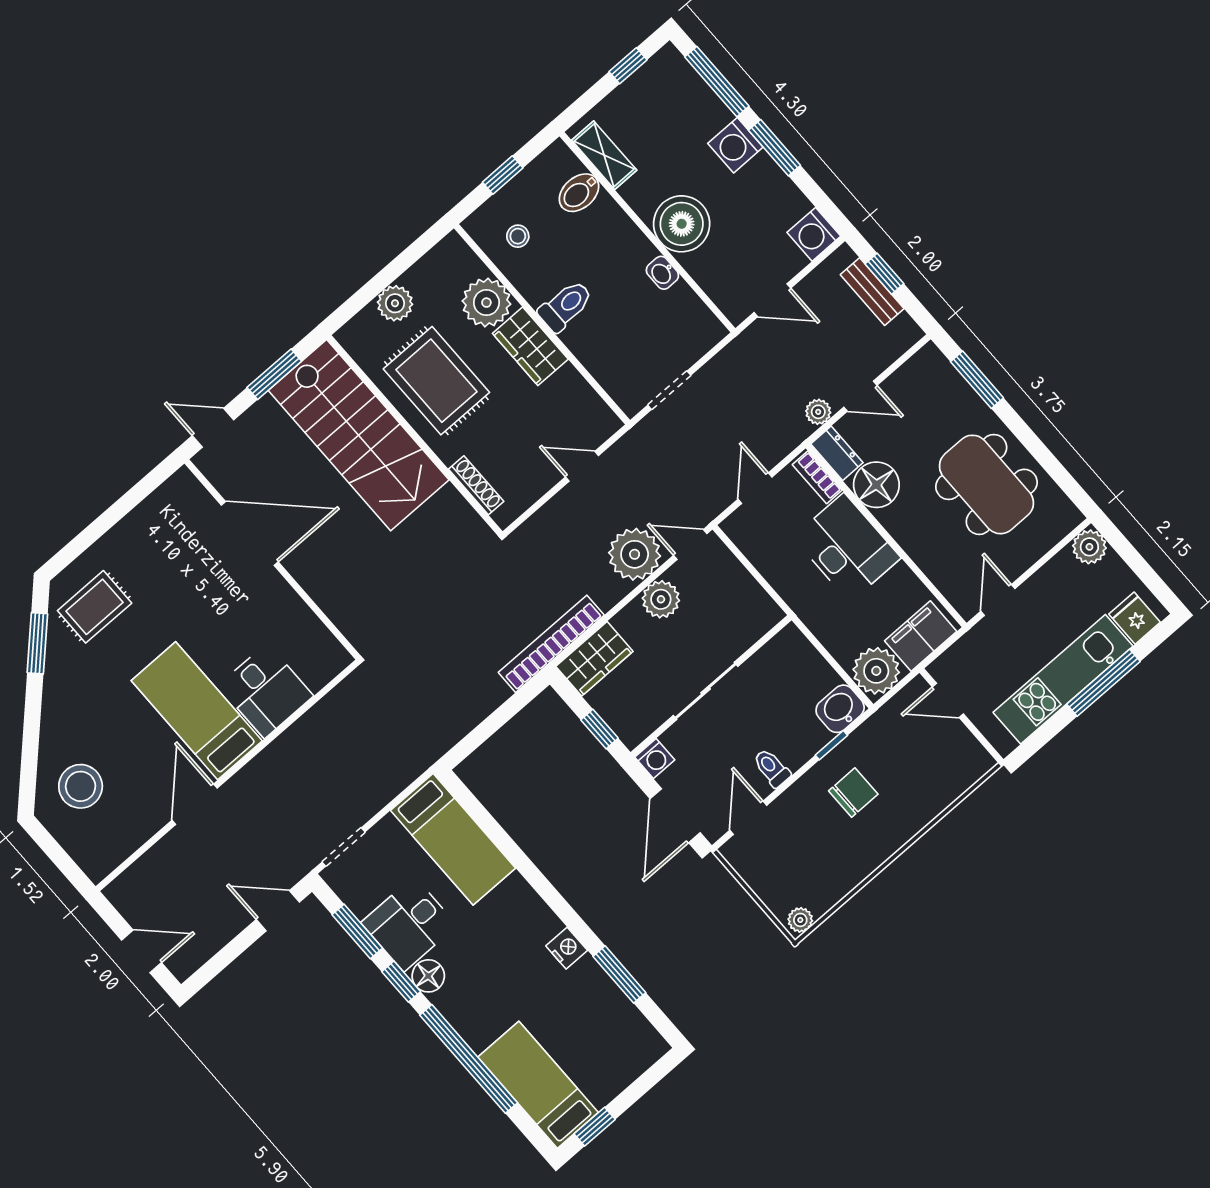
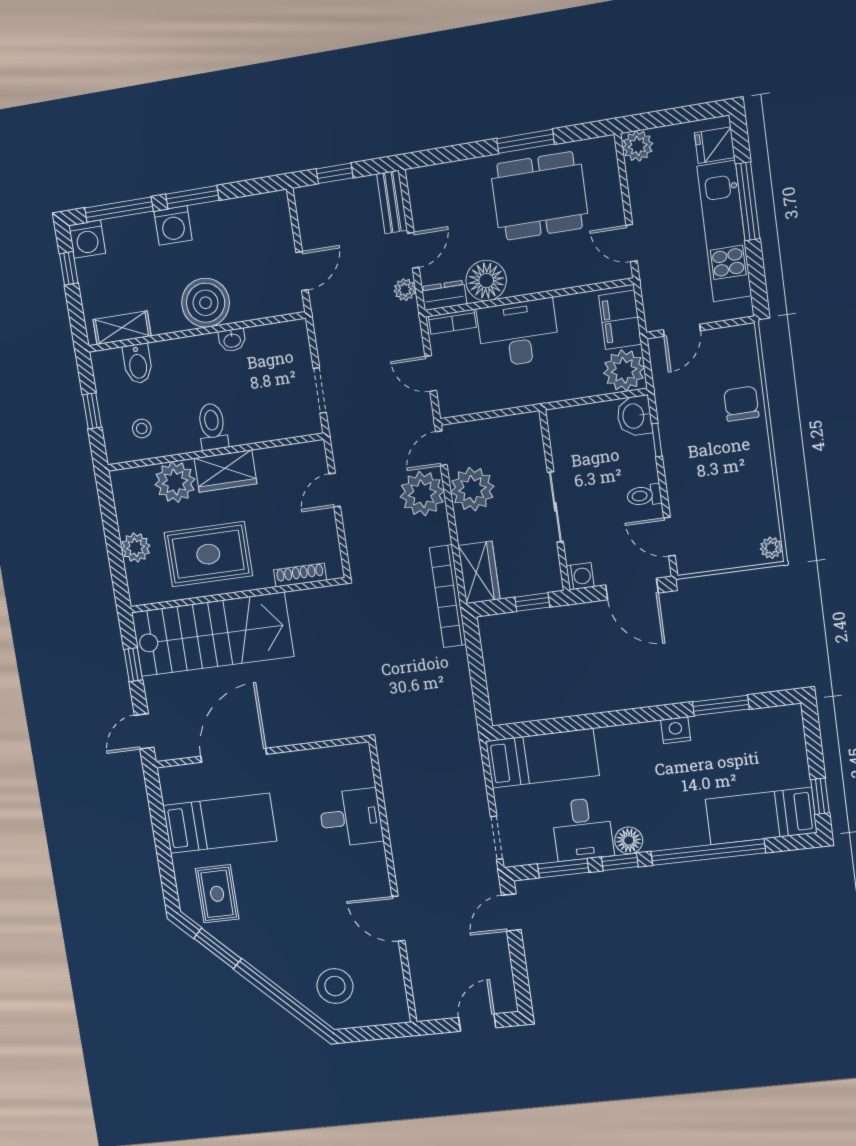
washing machine: (814, 234) -> (87, 239), moved
bench: (872, 292) -> (392, 202), moved, turned 90
window: (274, 374) -> (133, 665), width x0.67
window: (977, 380) -> (526, 141), moved
plant: (661, 599) -> (472, 489), width x1.36, depth x1.36
bed: (197, 711) -> (220, 823), moved, turned 180
chair: (853, 793) -> (741, 404), moved

